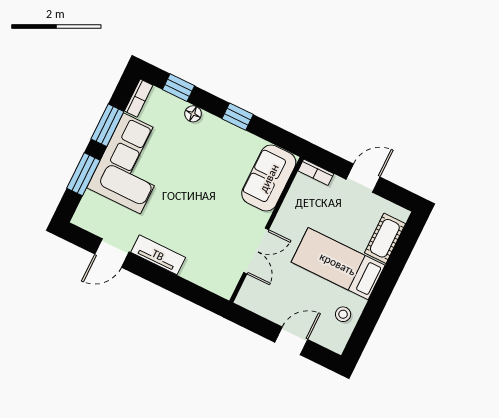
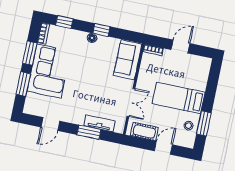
floor lamp: (193, 114) -> (92, 38), moved
cot: (385, 238) -> (144, 131), moved, turned 90
tv unit: (158, 255) -> (99, 123), moved
window: (173, 283) -> (89, 132), added
window: (370, 317) -> (204, 123), added

